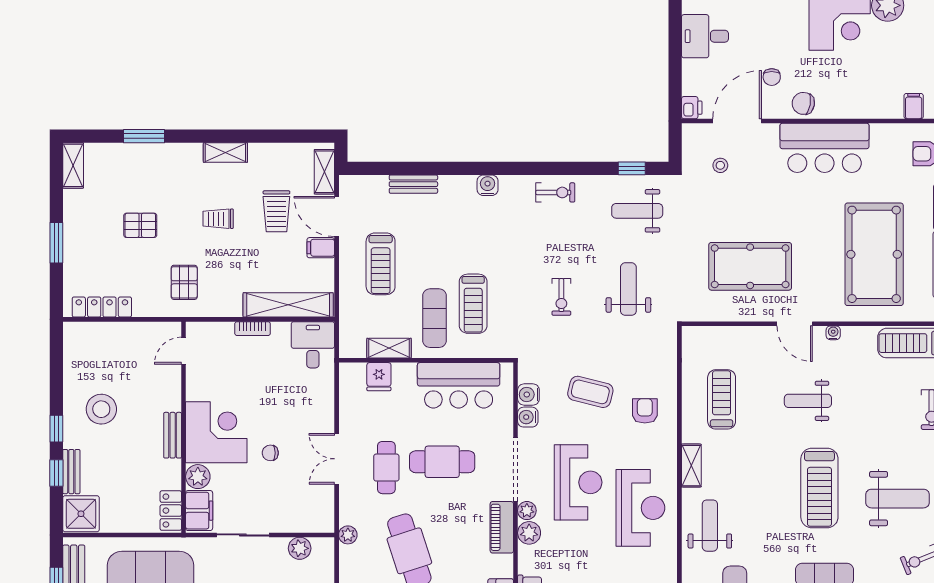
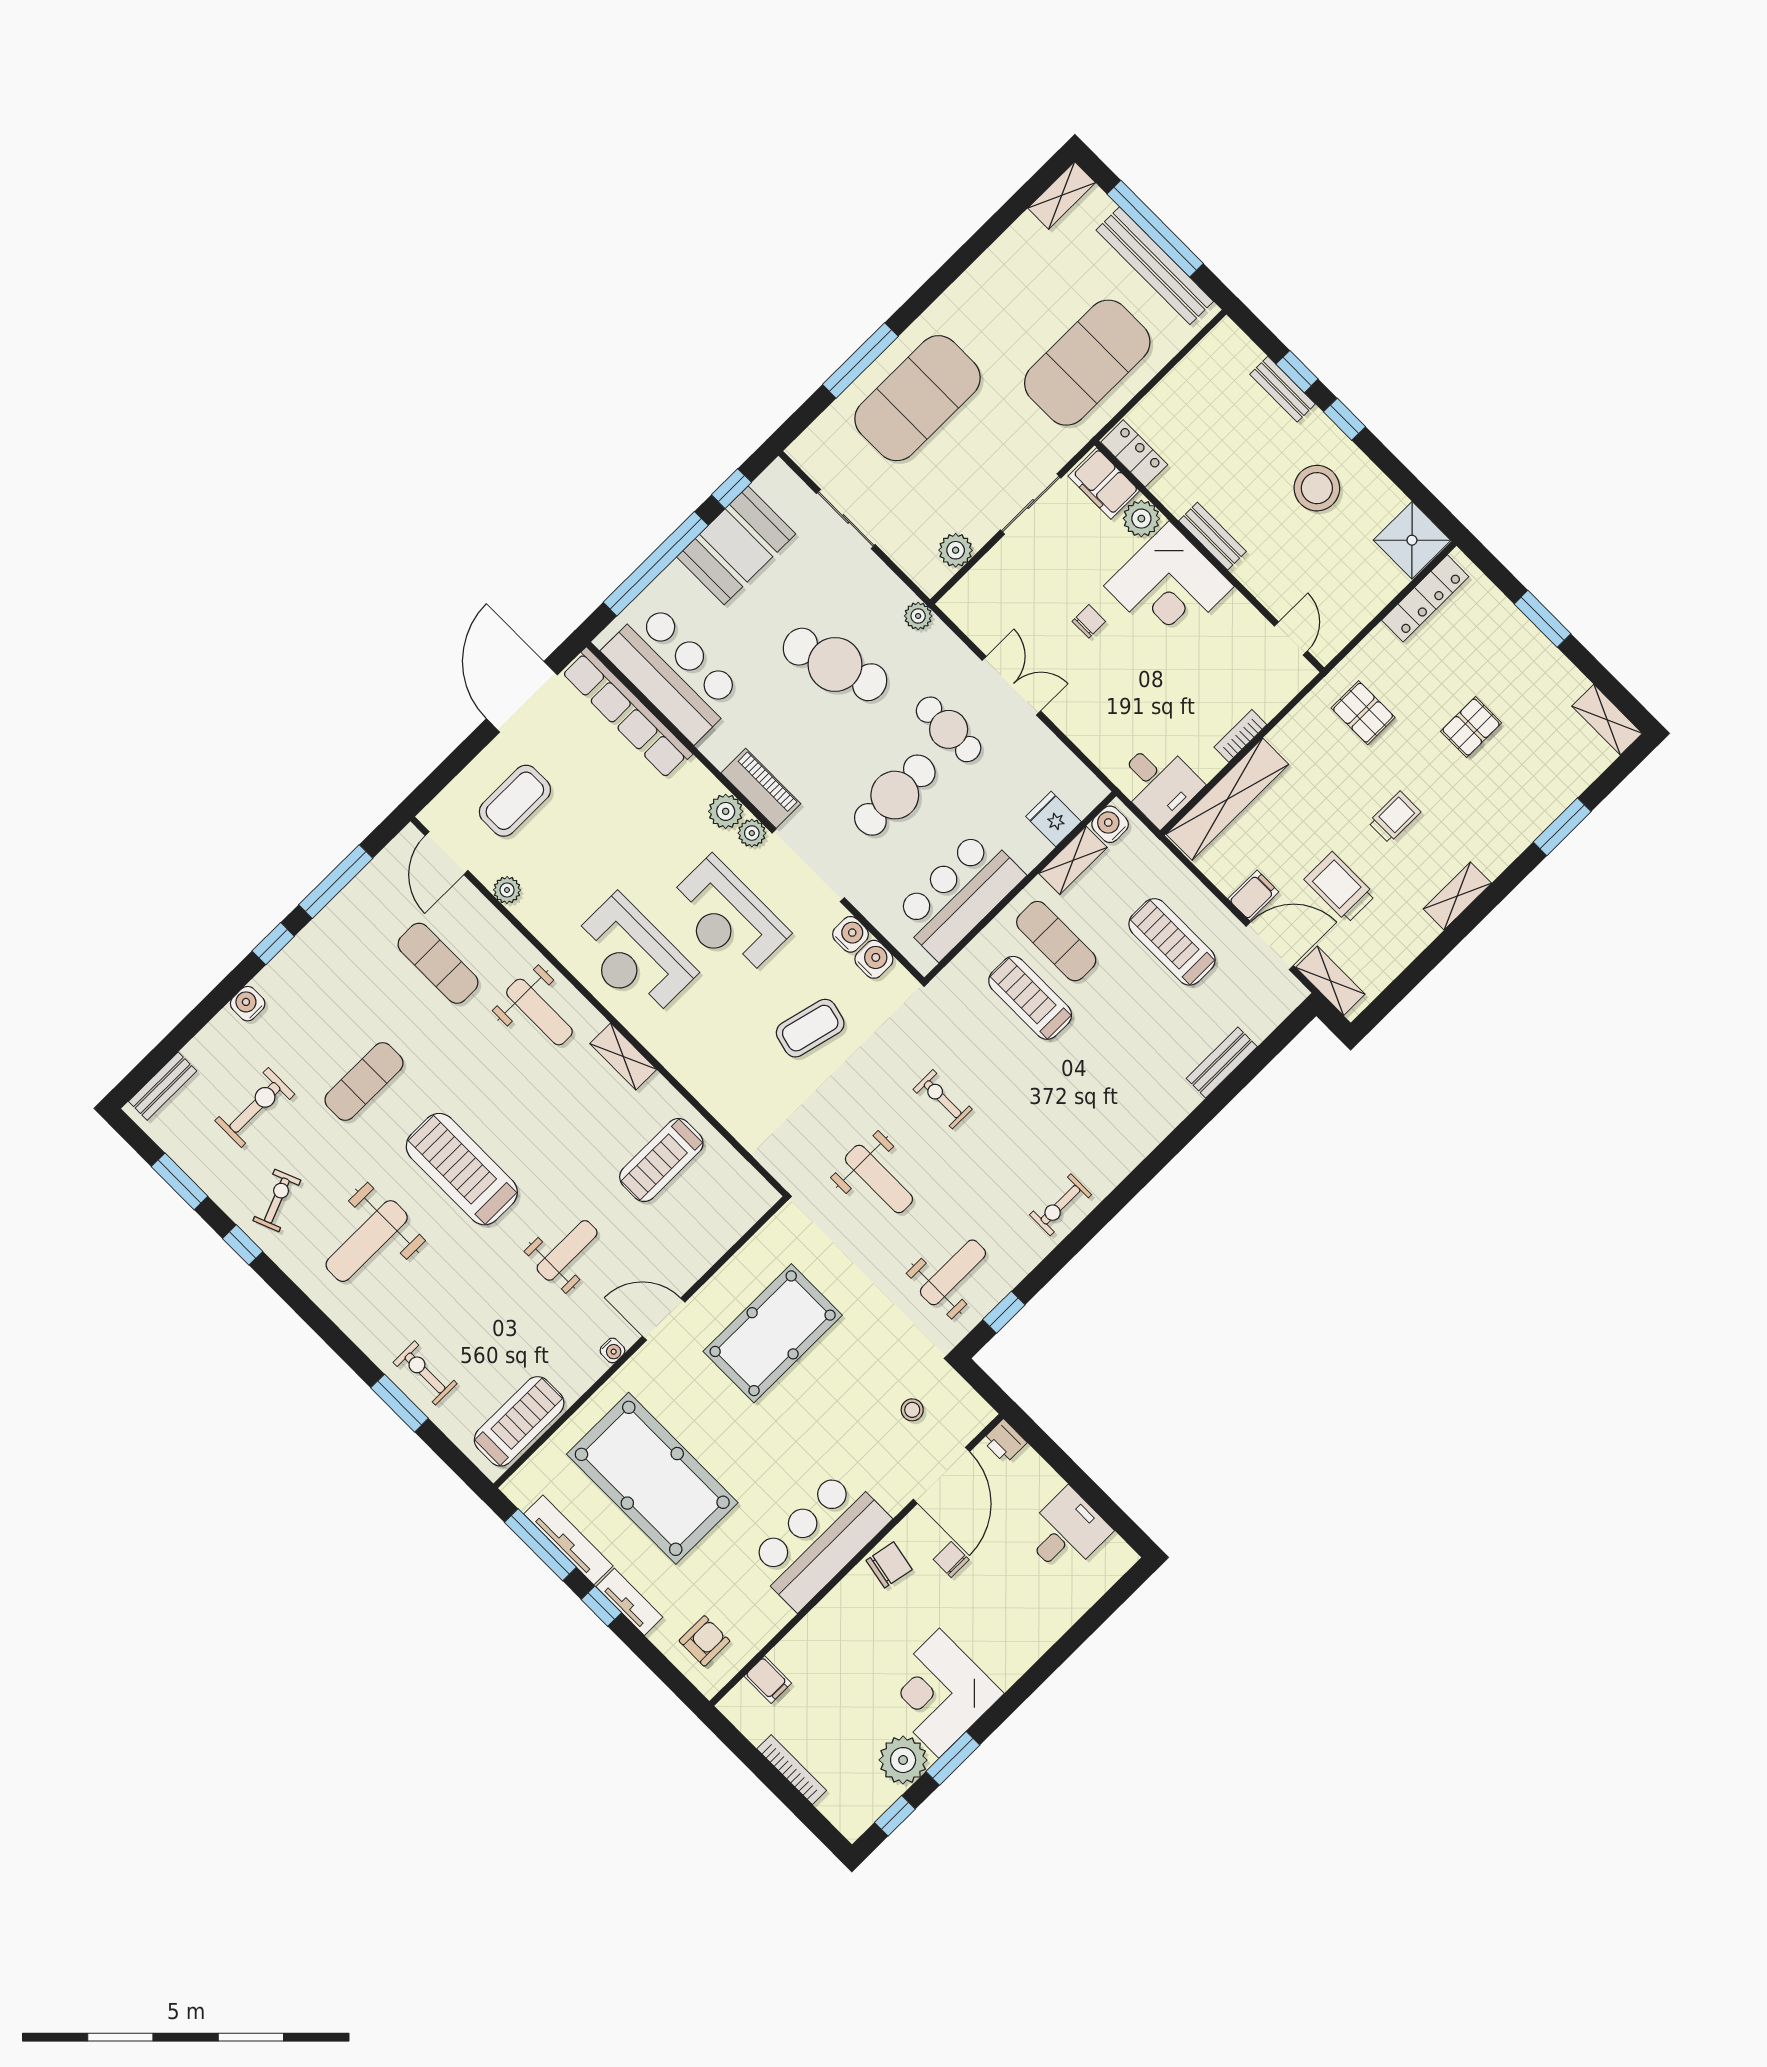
water cooler: (488, 185) -> (1110, 824), moved, turned 180
treadmill: (722, 399) -> (661, 1160), turned 90
armchair: (645, 411) -> (732, 1066), removed
shower: (81, 514) -> (1412, 540), moved

